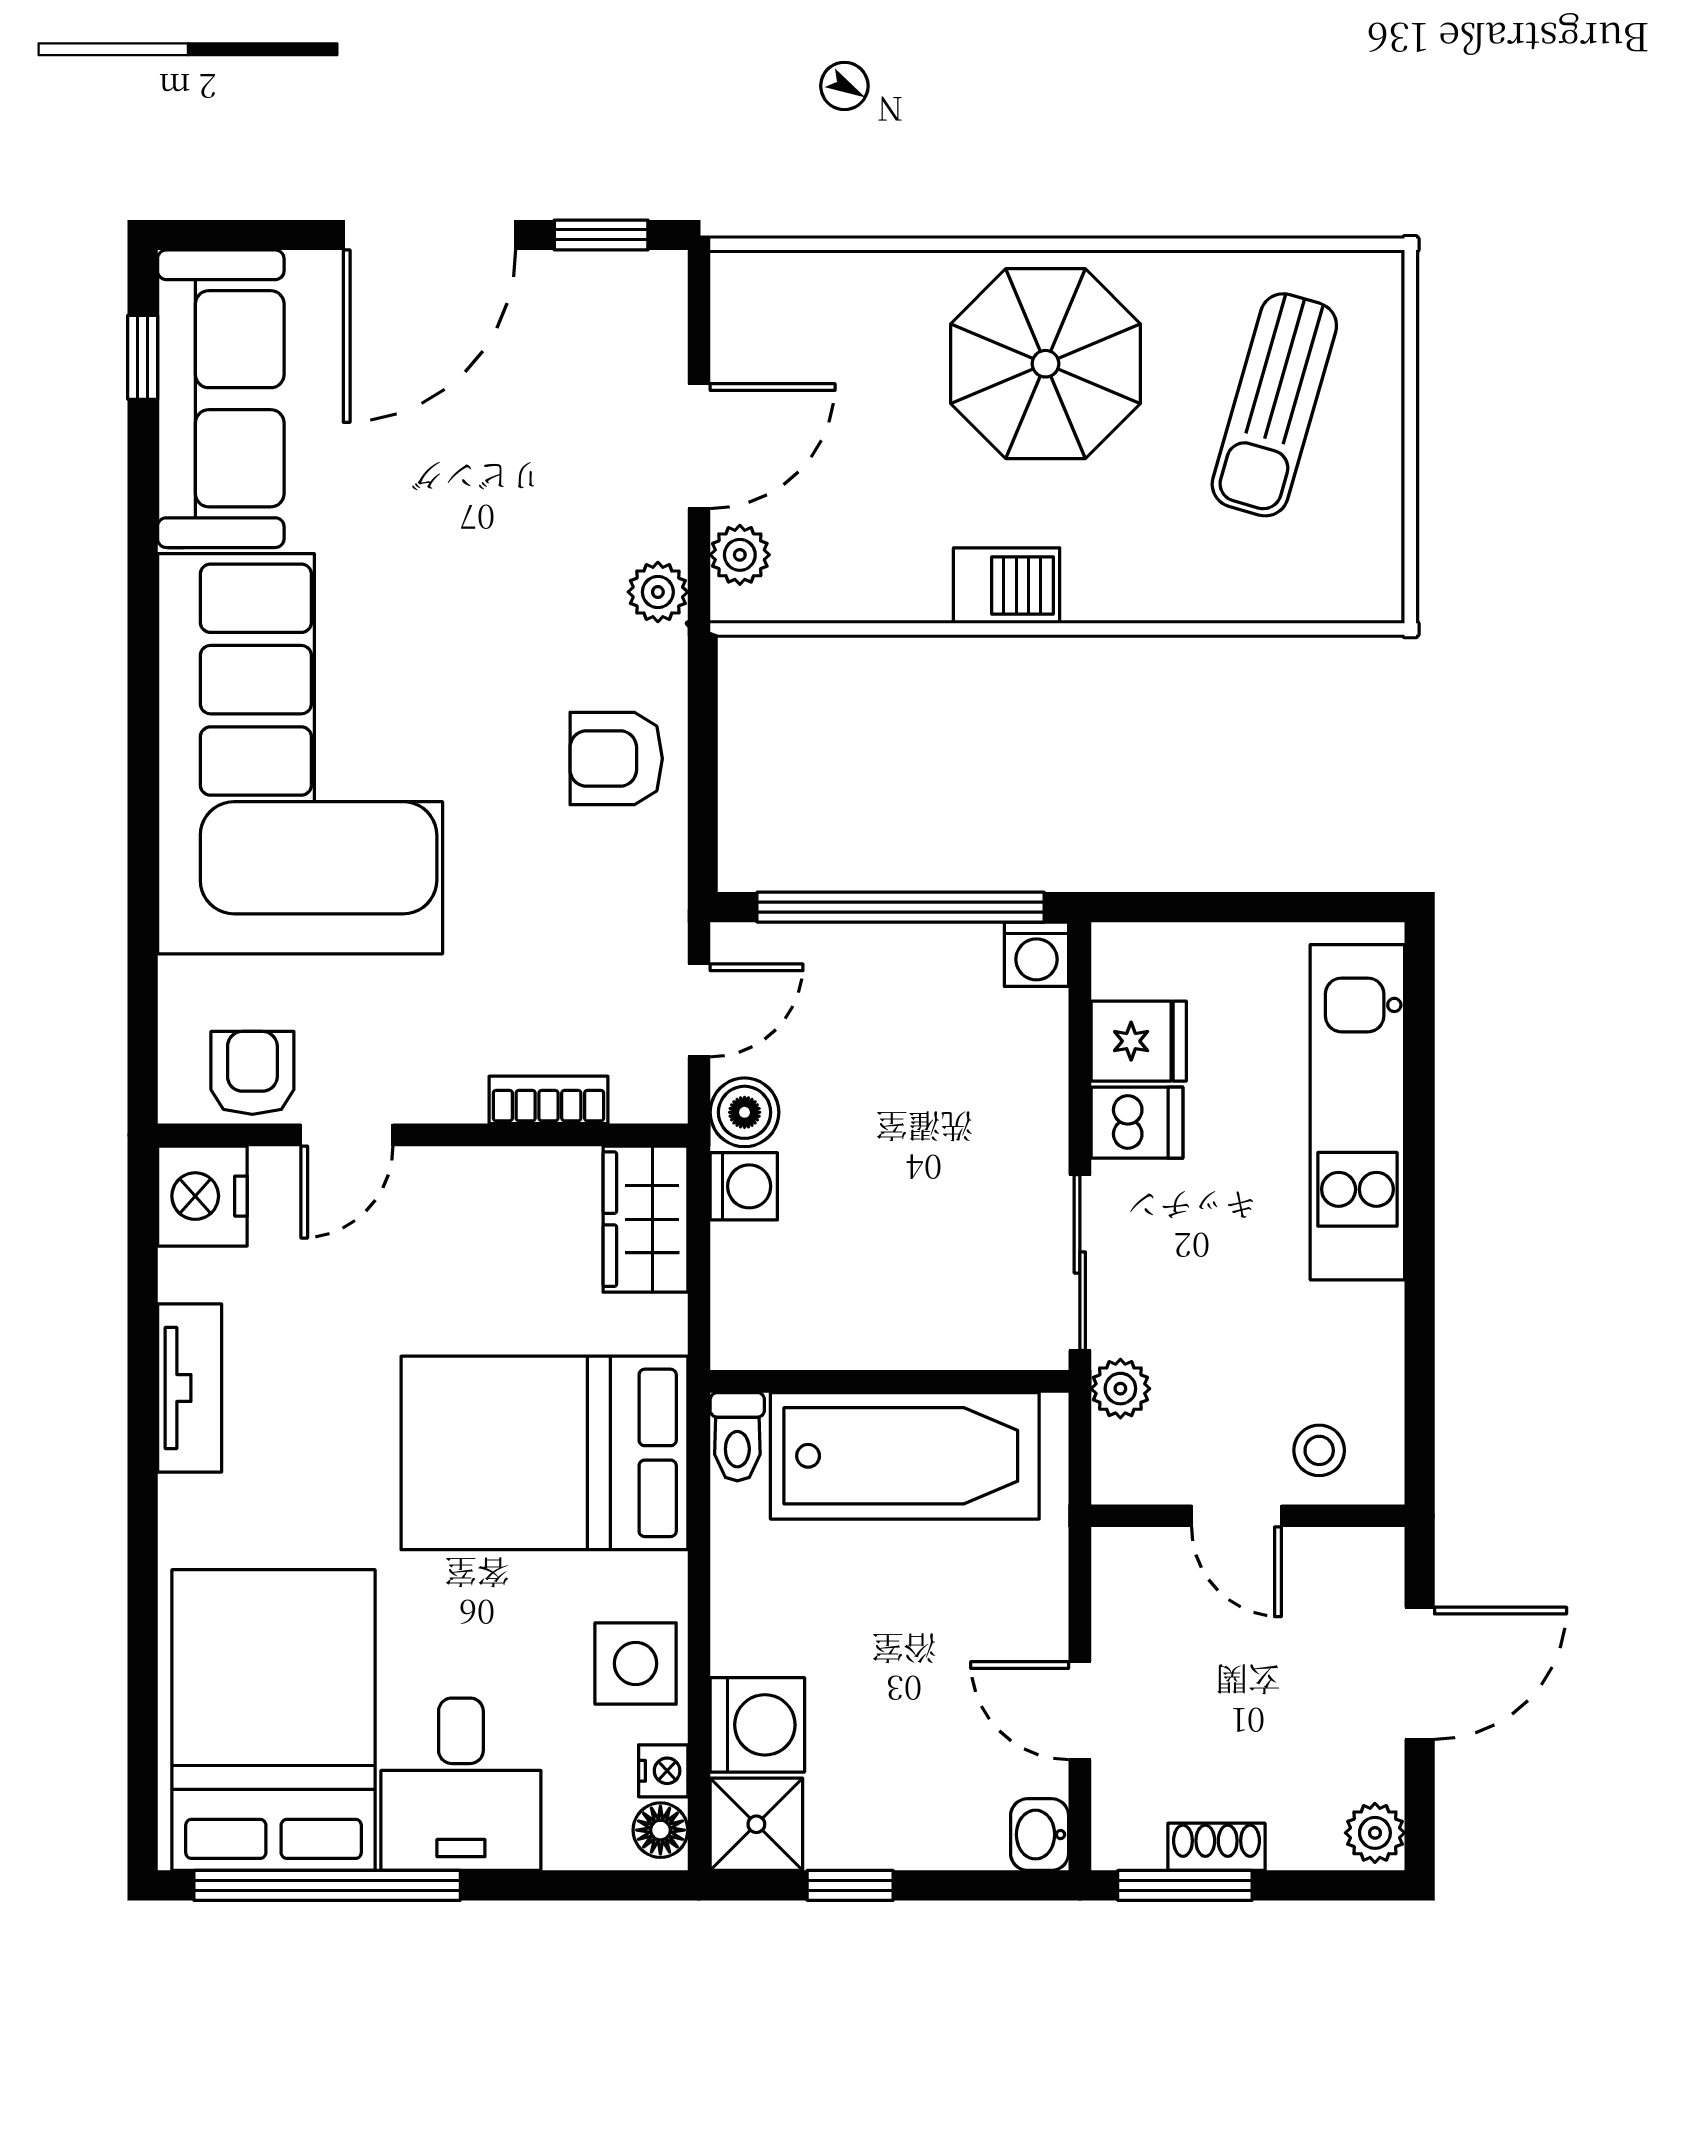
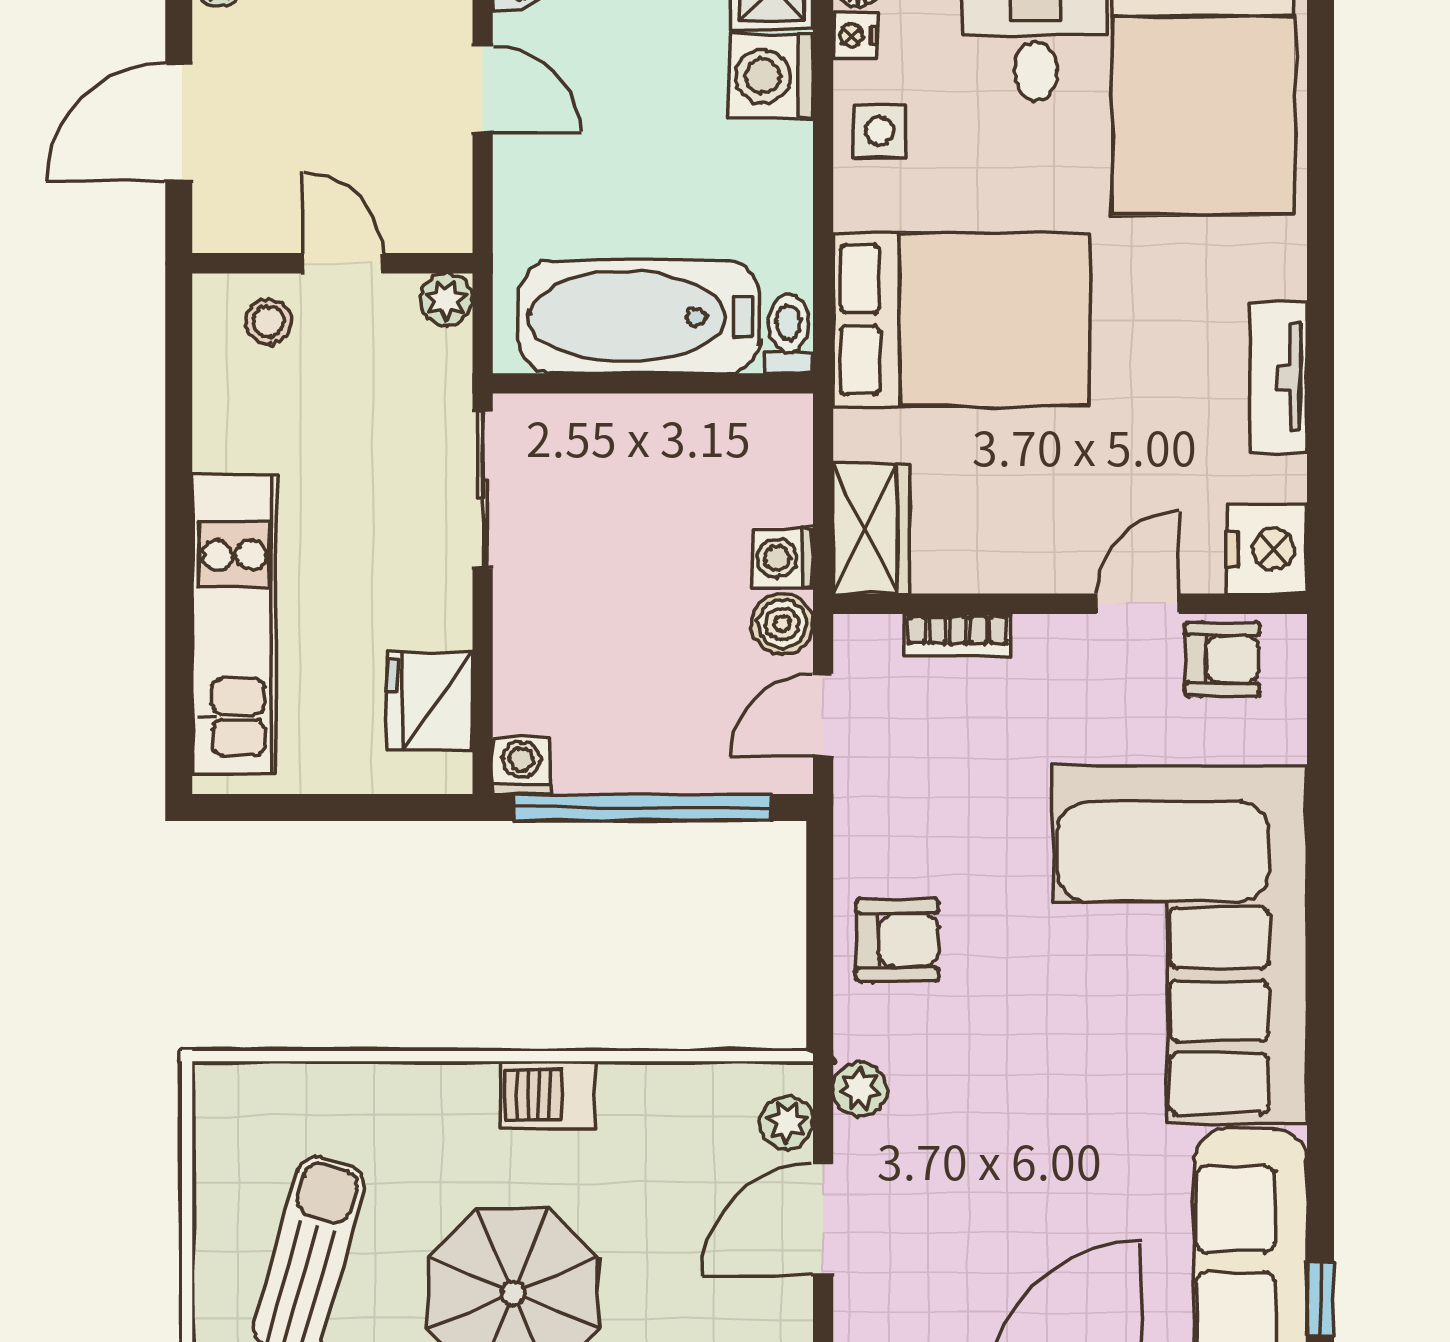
fridge: (1139, 1041) -> (430, 701), width x1.38
armchair: (252, 1073) -> (1222, 659), turned -90
dishwasher: (1137, 1123) -> (431, 615), removed
plant: (1120, 1389) -> (446, 300), moved
side table: (636, 1663) -> (880, 131), width x0.73, depth x0.73

